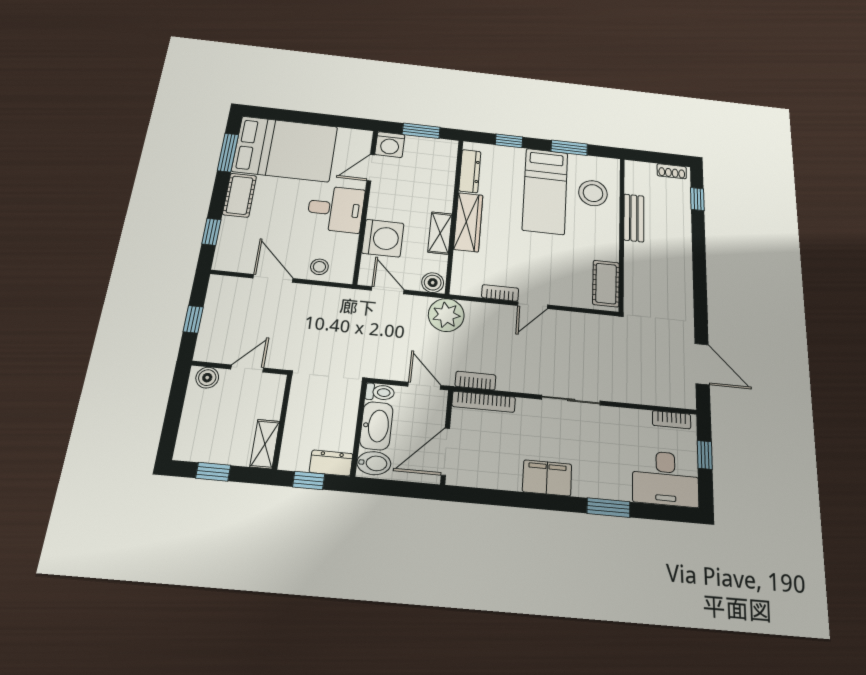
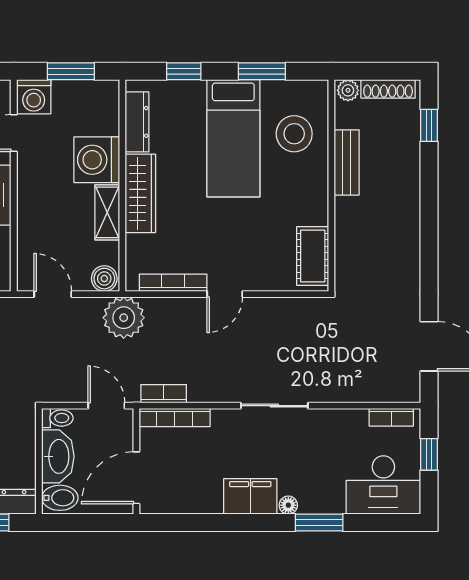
plant: (635, 168) -> (348, 90), added
shoe rack: (672, 171) -> (388, 89), width x1.43
washing machine: (383, 238) -> (97, 160), moved, turned 180
bookcase: (500, 293) -> (173, 283), width x1.56
floor lamp: (581, 489) -> (288, 505), added

